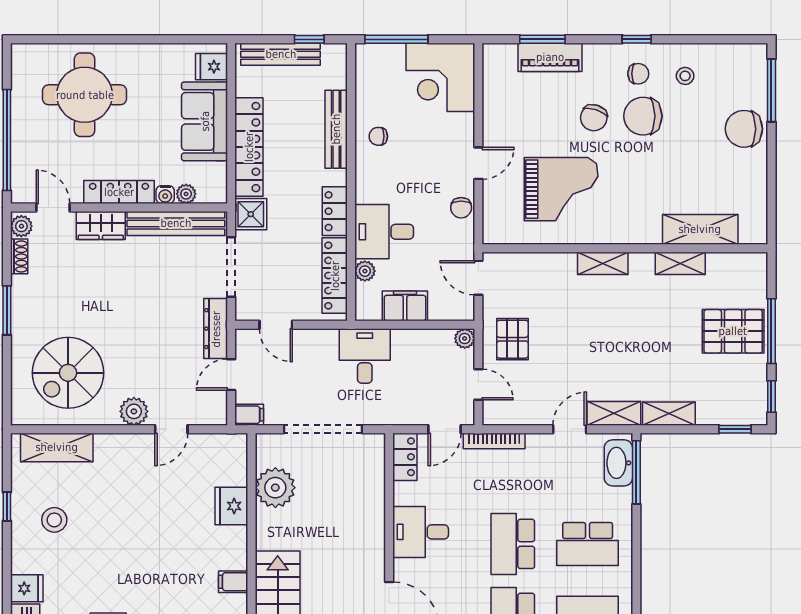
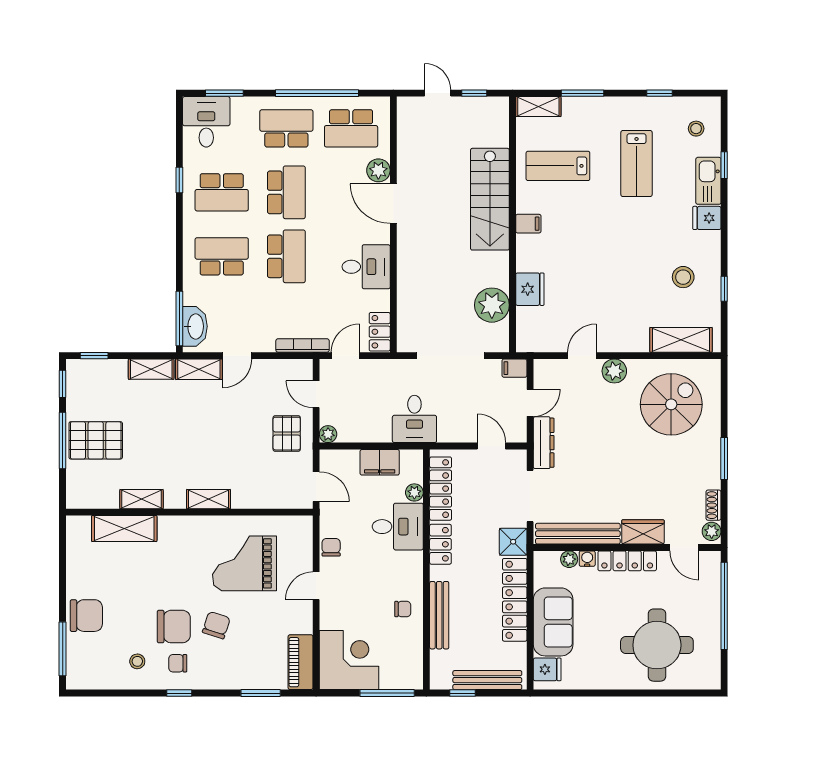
piano: (550, 57) -> (301, 662), moved, turned -90

